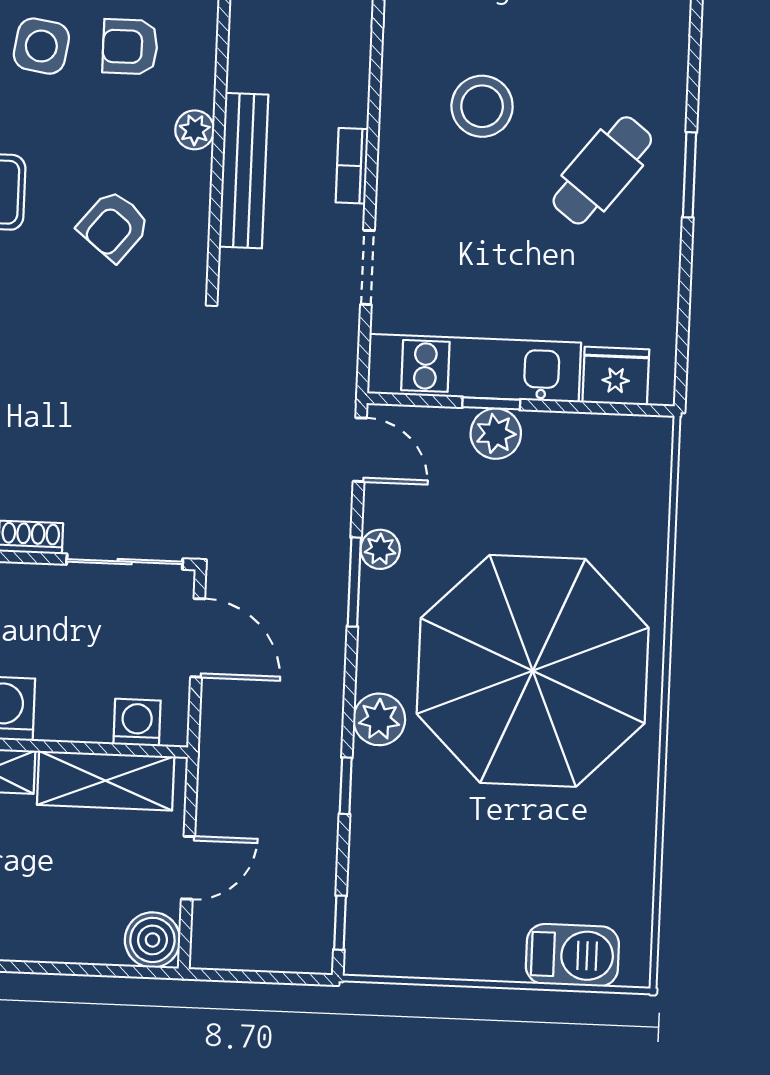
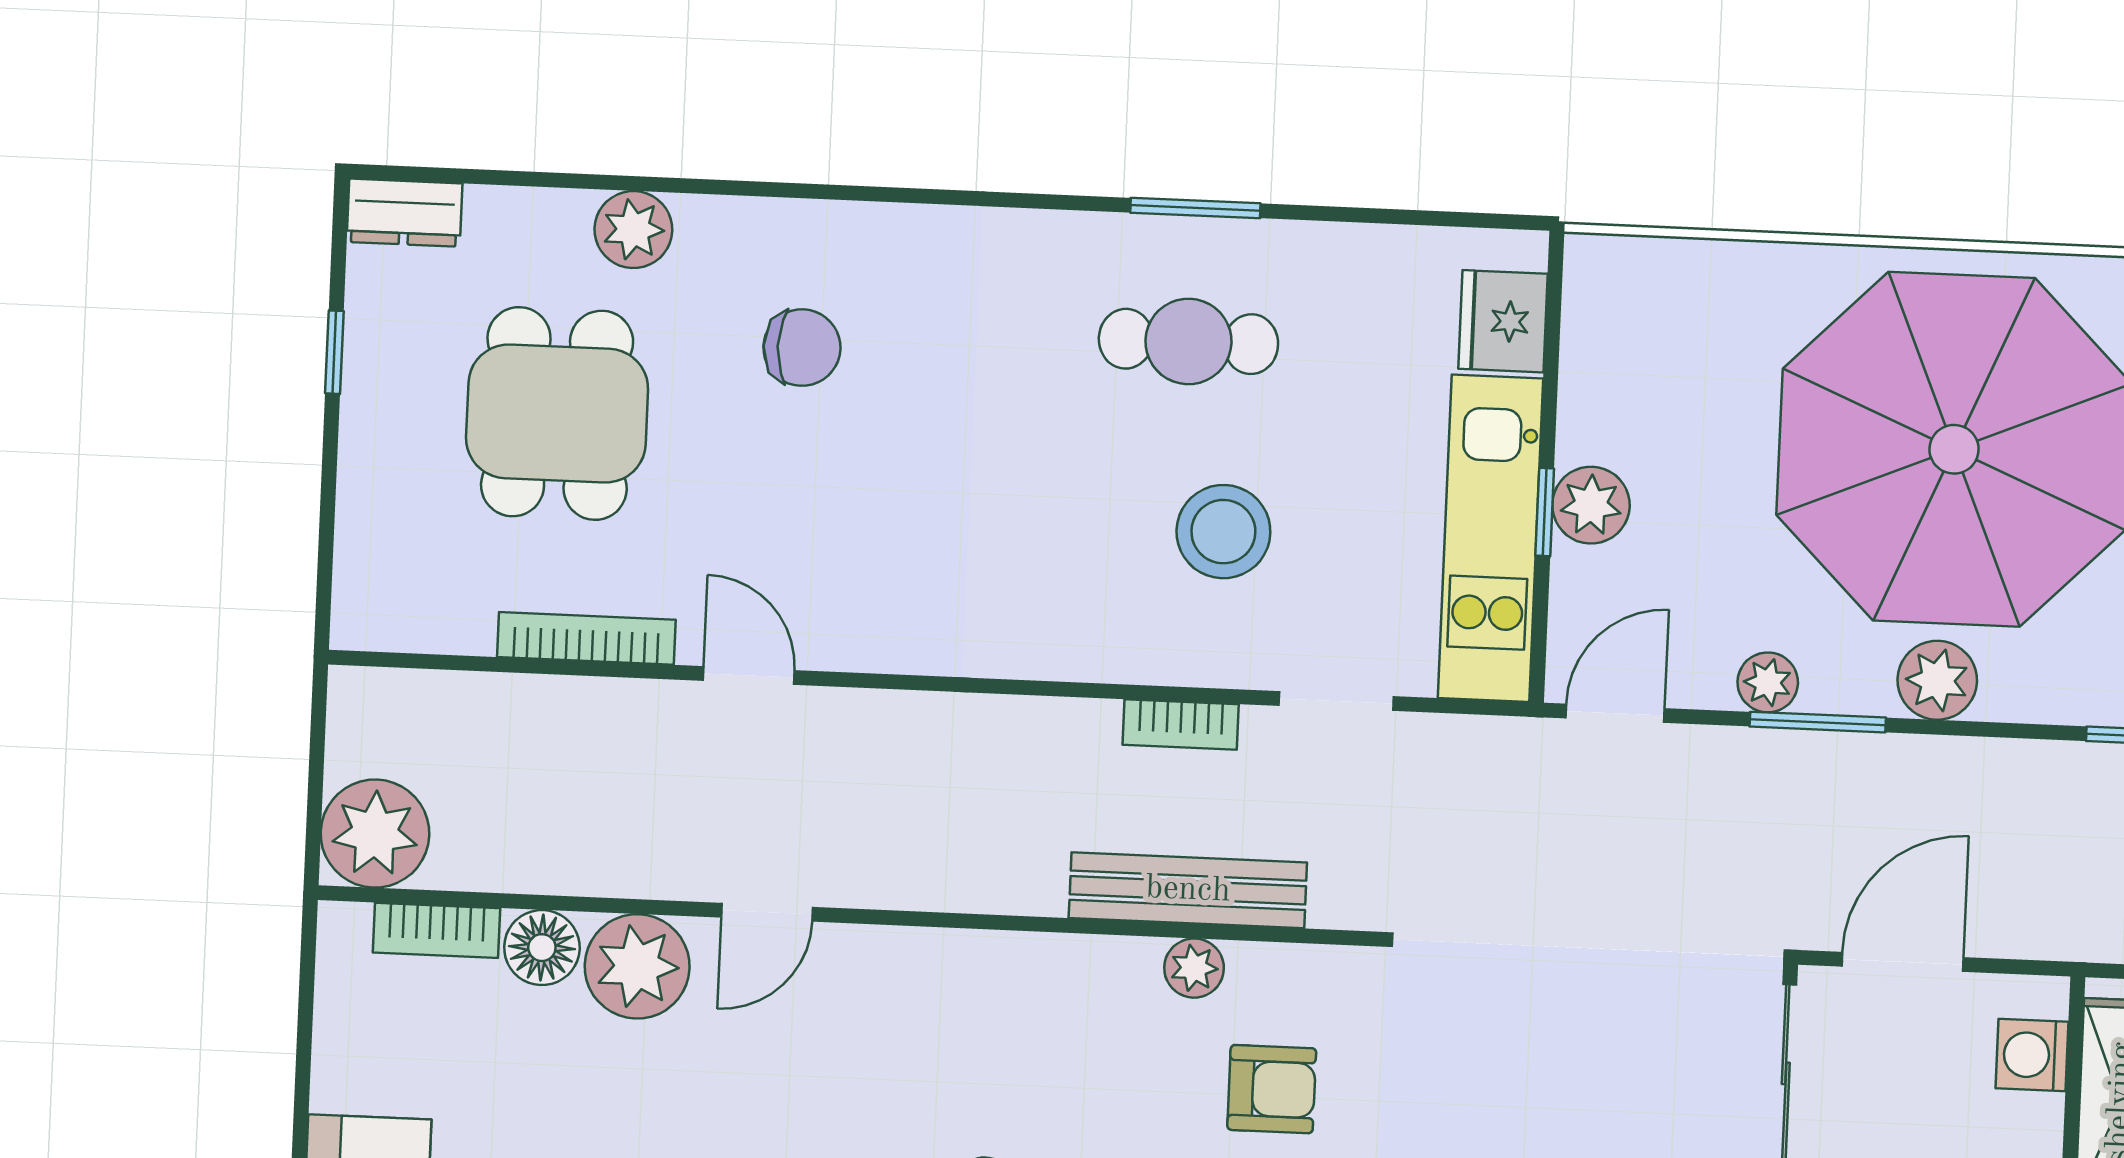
armchair: (130, 47) -> (998, 1064), removed
stool: (482, 106) -> (1223, 532), moved
plant: (195, 130) -> (1194, 968), moved
cafe table: (602, 170) -> (1188, 341), turned -38
armchair: (114, 226) -> (1272, 1089), turned -39
plant: (379, 719) -> (1937, 680), moved

